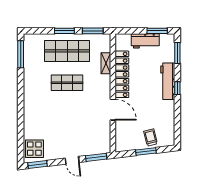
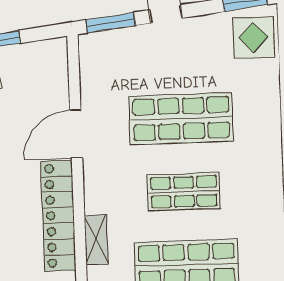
door: (113, 110) -> (76, 134), hinge flipped
shop shelf: (67, 115) -> (181, 119), added

